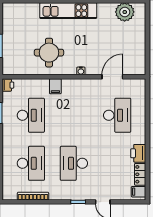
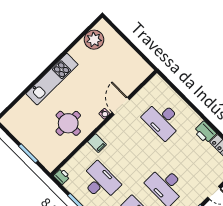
door: (112, 77) -> (121, 106), moved
desk: (117, 115) -> (162, 120), turned 180

